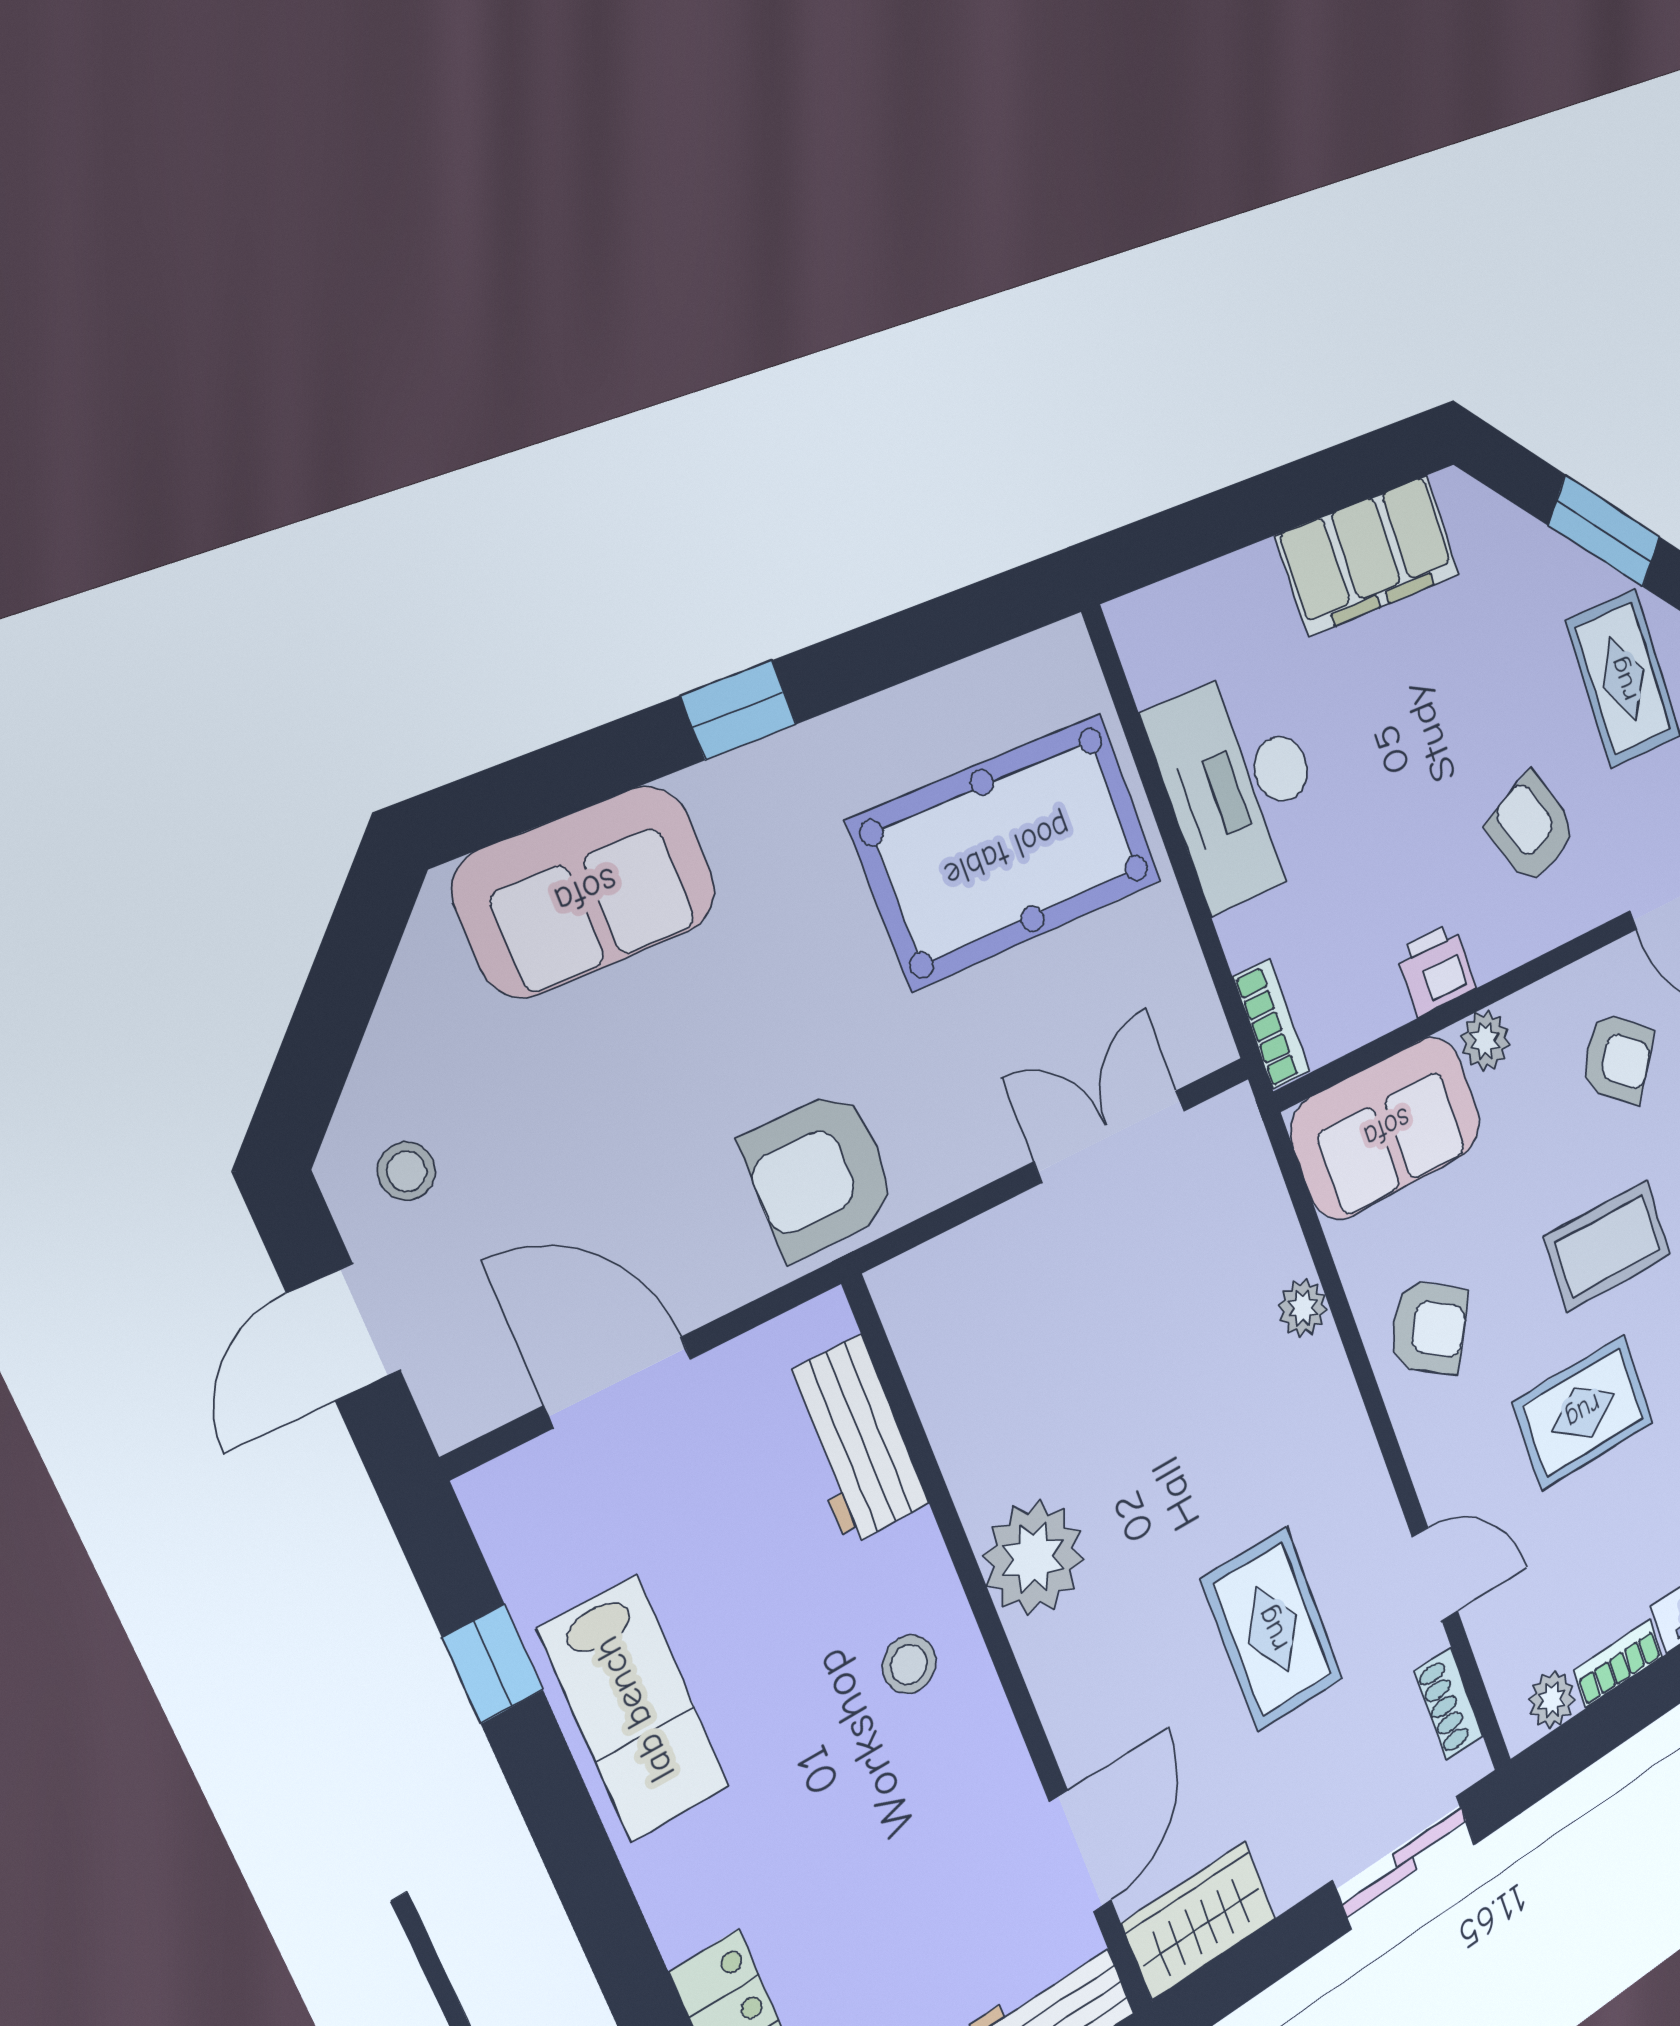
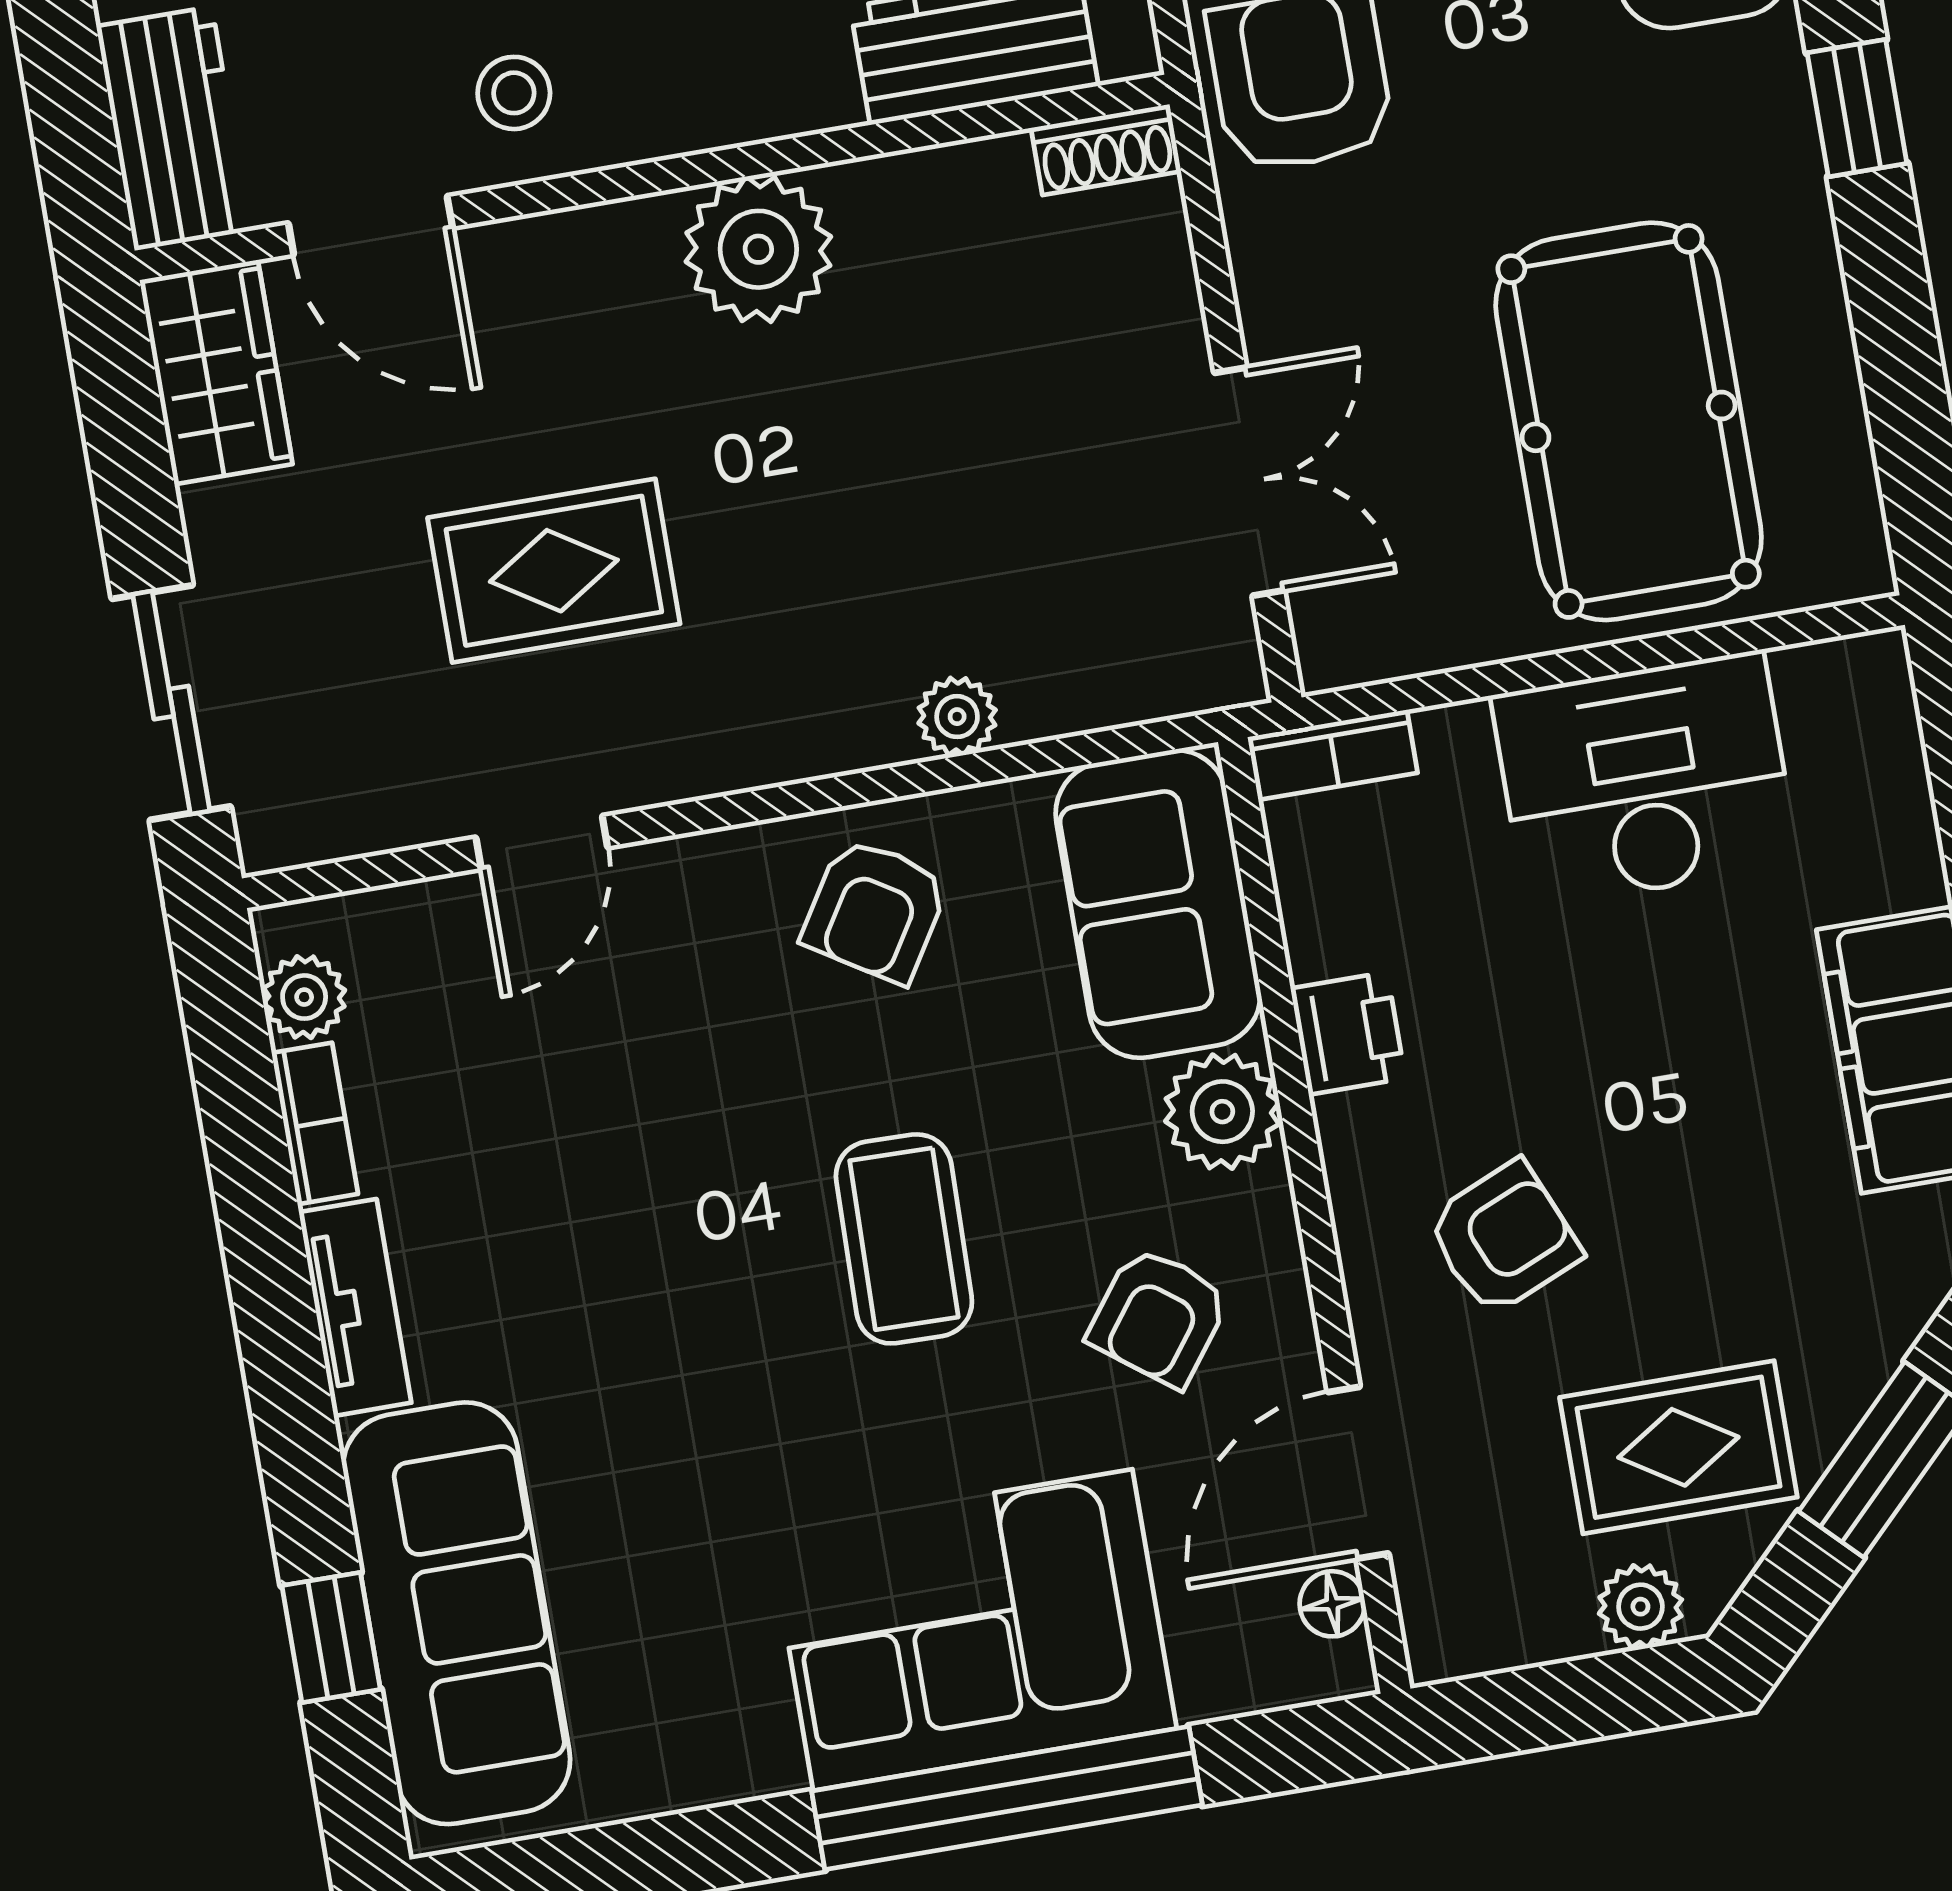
plant: (1485, 1041) -> (1222, 1112), width x1.38, depth x1.38
rug: (1583, 1412) -> (685, 1143), removed
stool: (909, 1664) -> (514, 93), moved
shoe rack: (1449, 1704) -> (1106, 150), moved, turned 180

